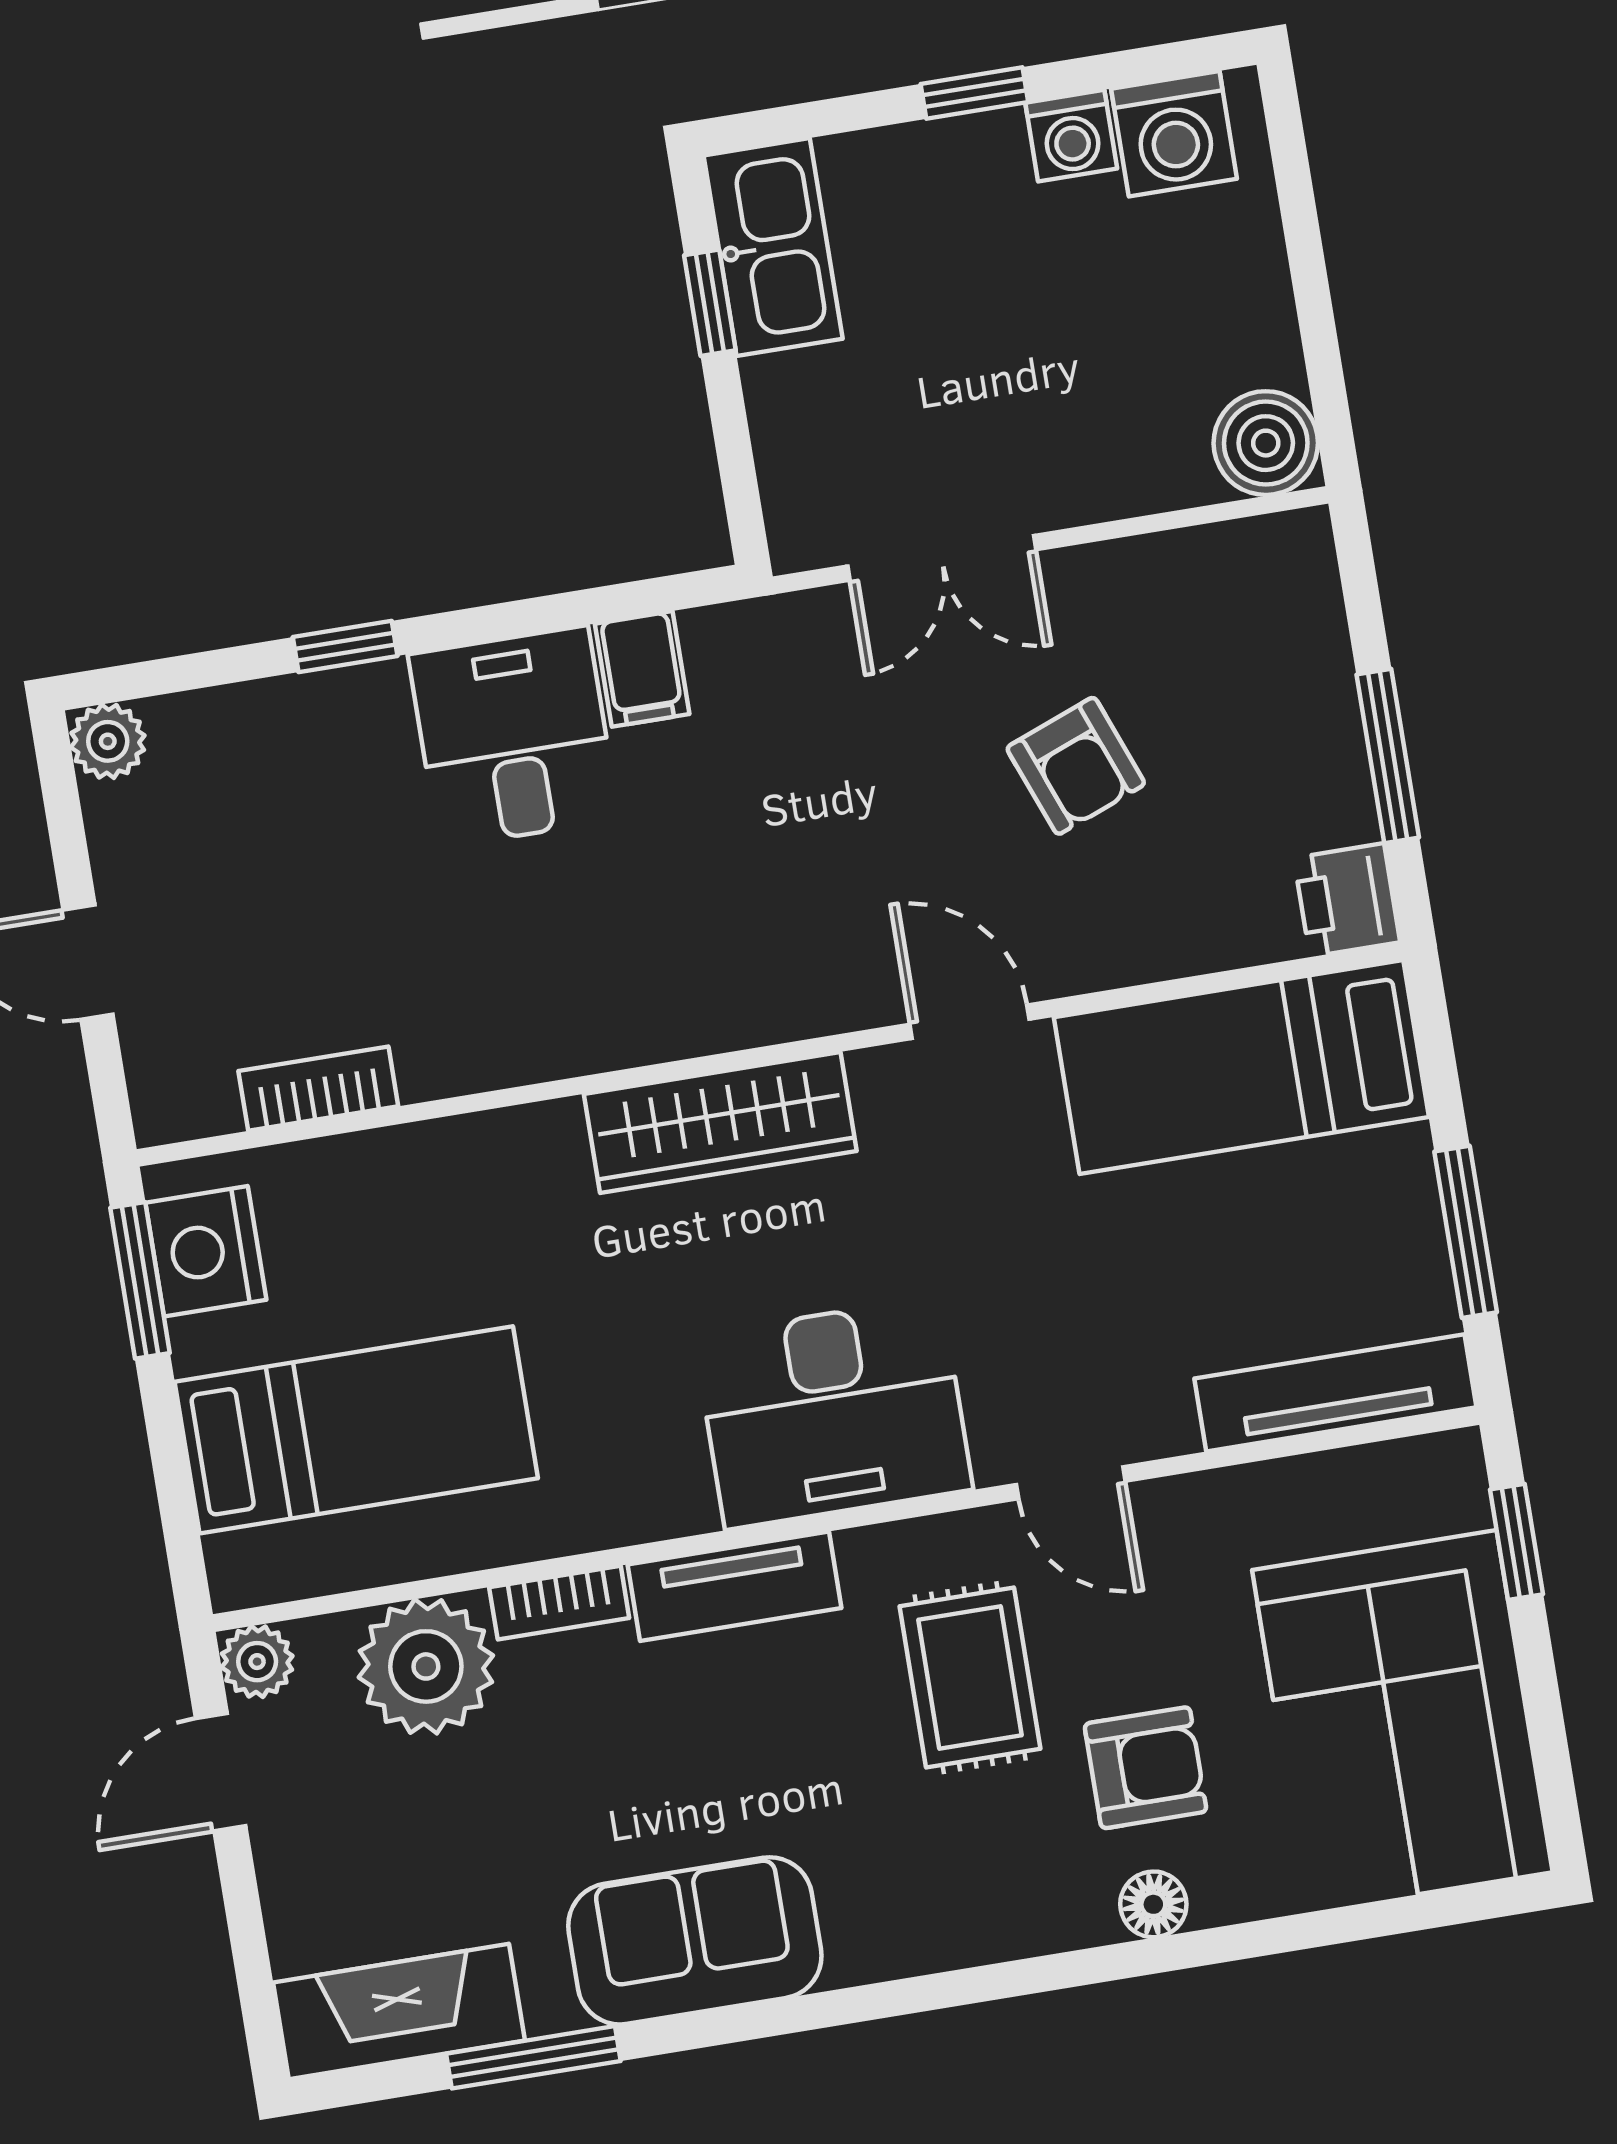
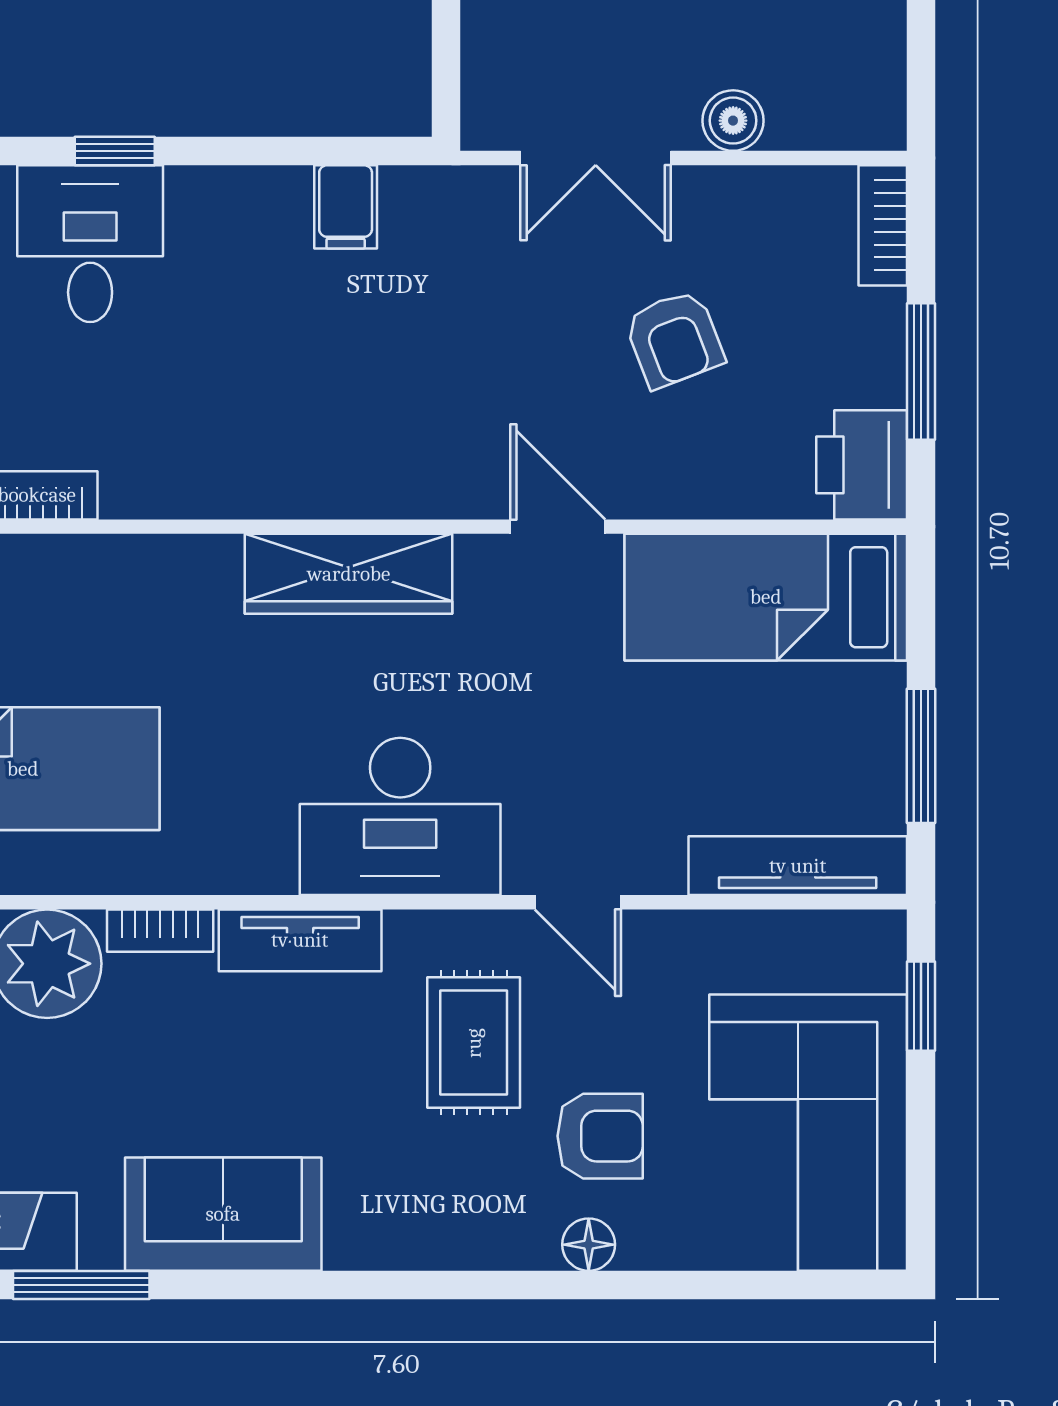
boiler: (1266, 443) -> (733, 121), moved, width x0.73, depth x0.73
bookcase: (1311, 583) -> (883, 225), added
desk: (514, 737) -> (90, 244), moved
printer: (1347, 900) -> (862, 465), width x1.36, depth x1.24

